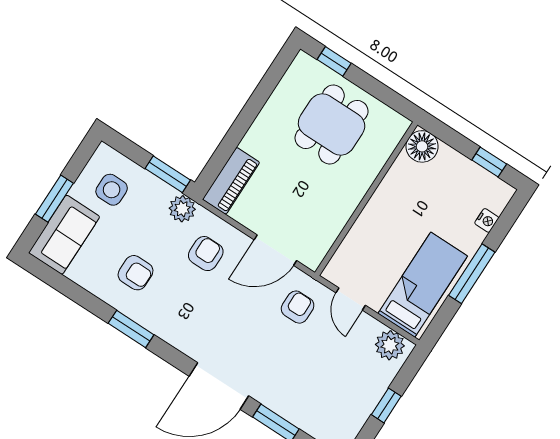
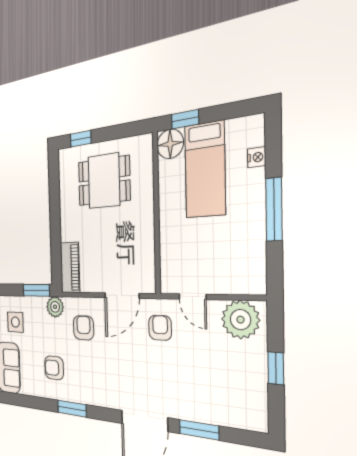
dining table: (332, 125) -> (104, 181), turned 90
window: (489, 162) -> (185, 119), moved
armchair: (136, 273) -> (54, 368), turned 180
bed: (423, 285) -> (205, 170), moved, turned 180
plant: (390, 345) -> (240, 320), width x1.36, depth x1.36

